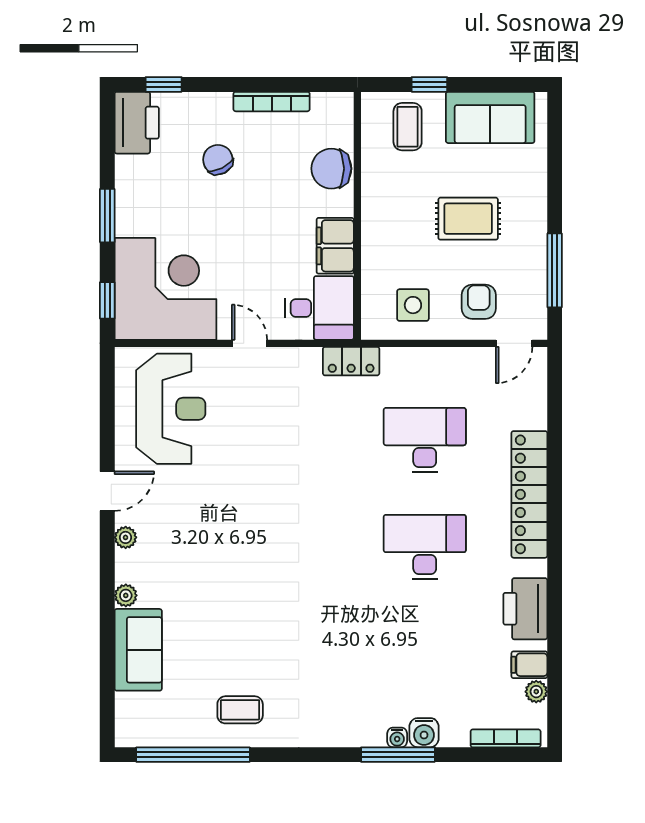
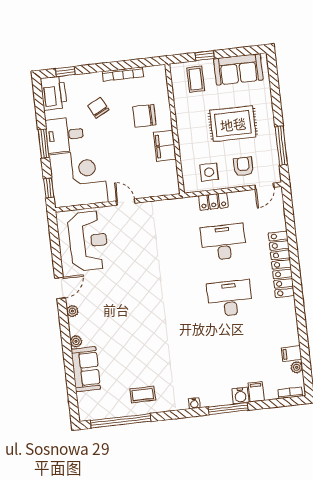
chair: (331, 169) -> (144, 116), moved
rug: (468, 219) -> (233, 124), width x1.36, depth x1.43
desk: (319, 308) -> (65, 135), moved, turned 180
locker: (351, 361) -> (213, 201), moved
printer: (525, 609) -> (286, 325), removed
filing cabinet: (455, 729) -> (256, 392), added
water cooler: (397, 737) -> (194, 403), moved
bookcase: (506, 738) -> (290, 393), width x0.64

